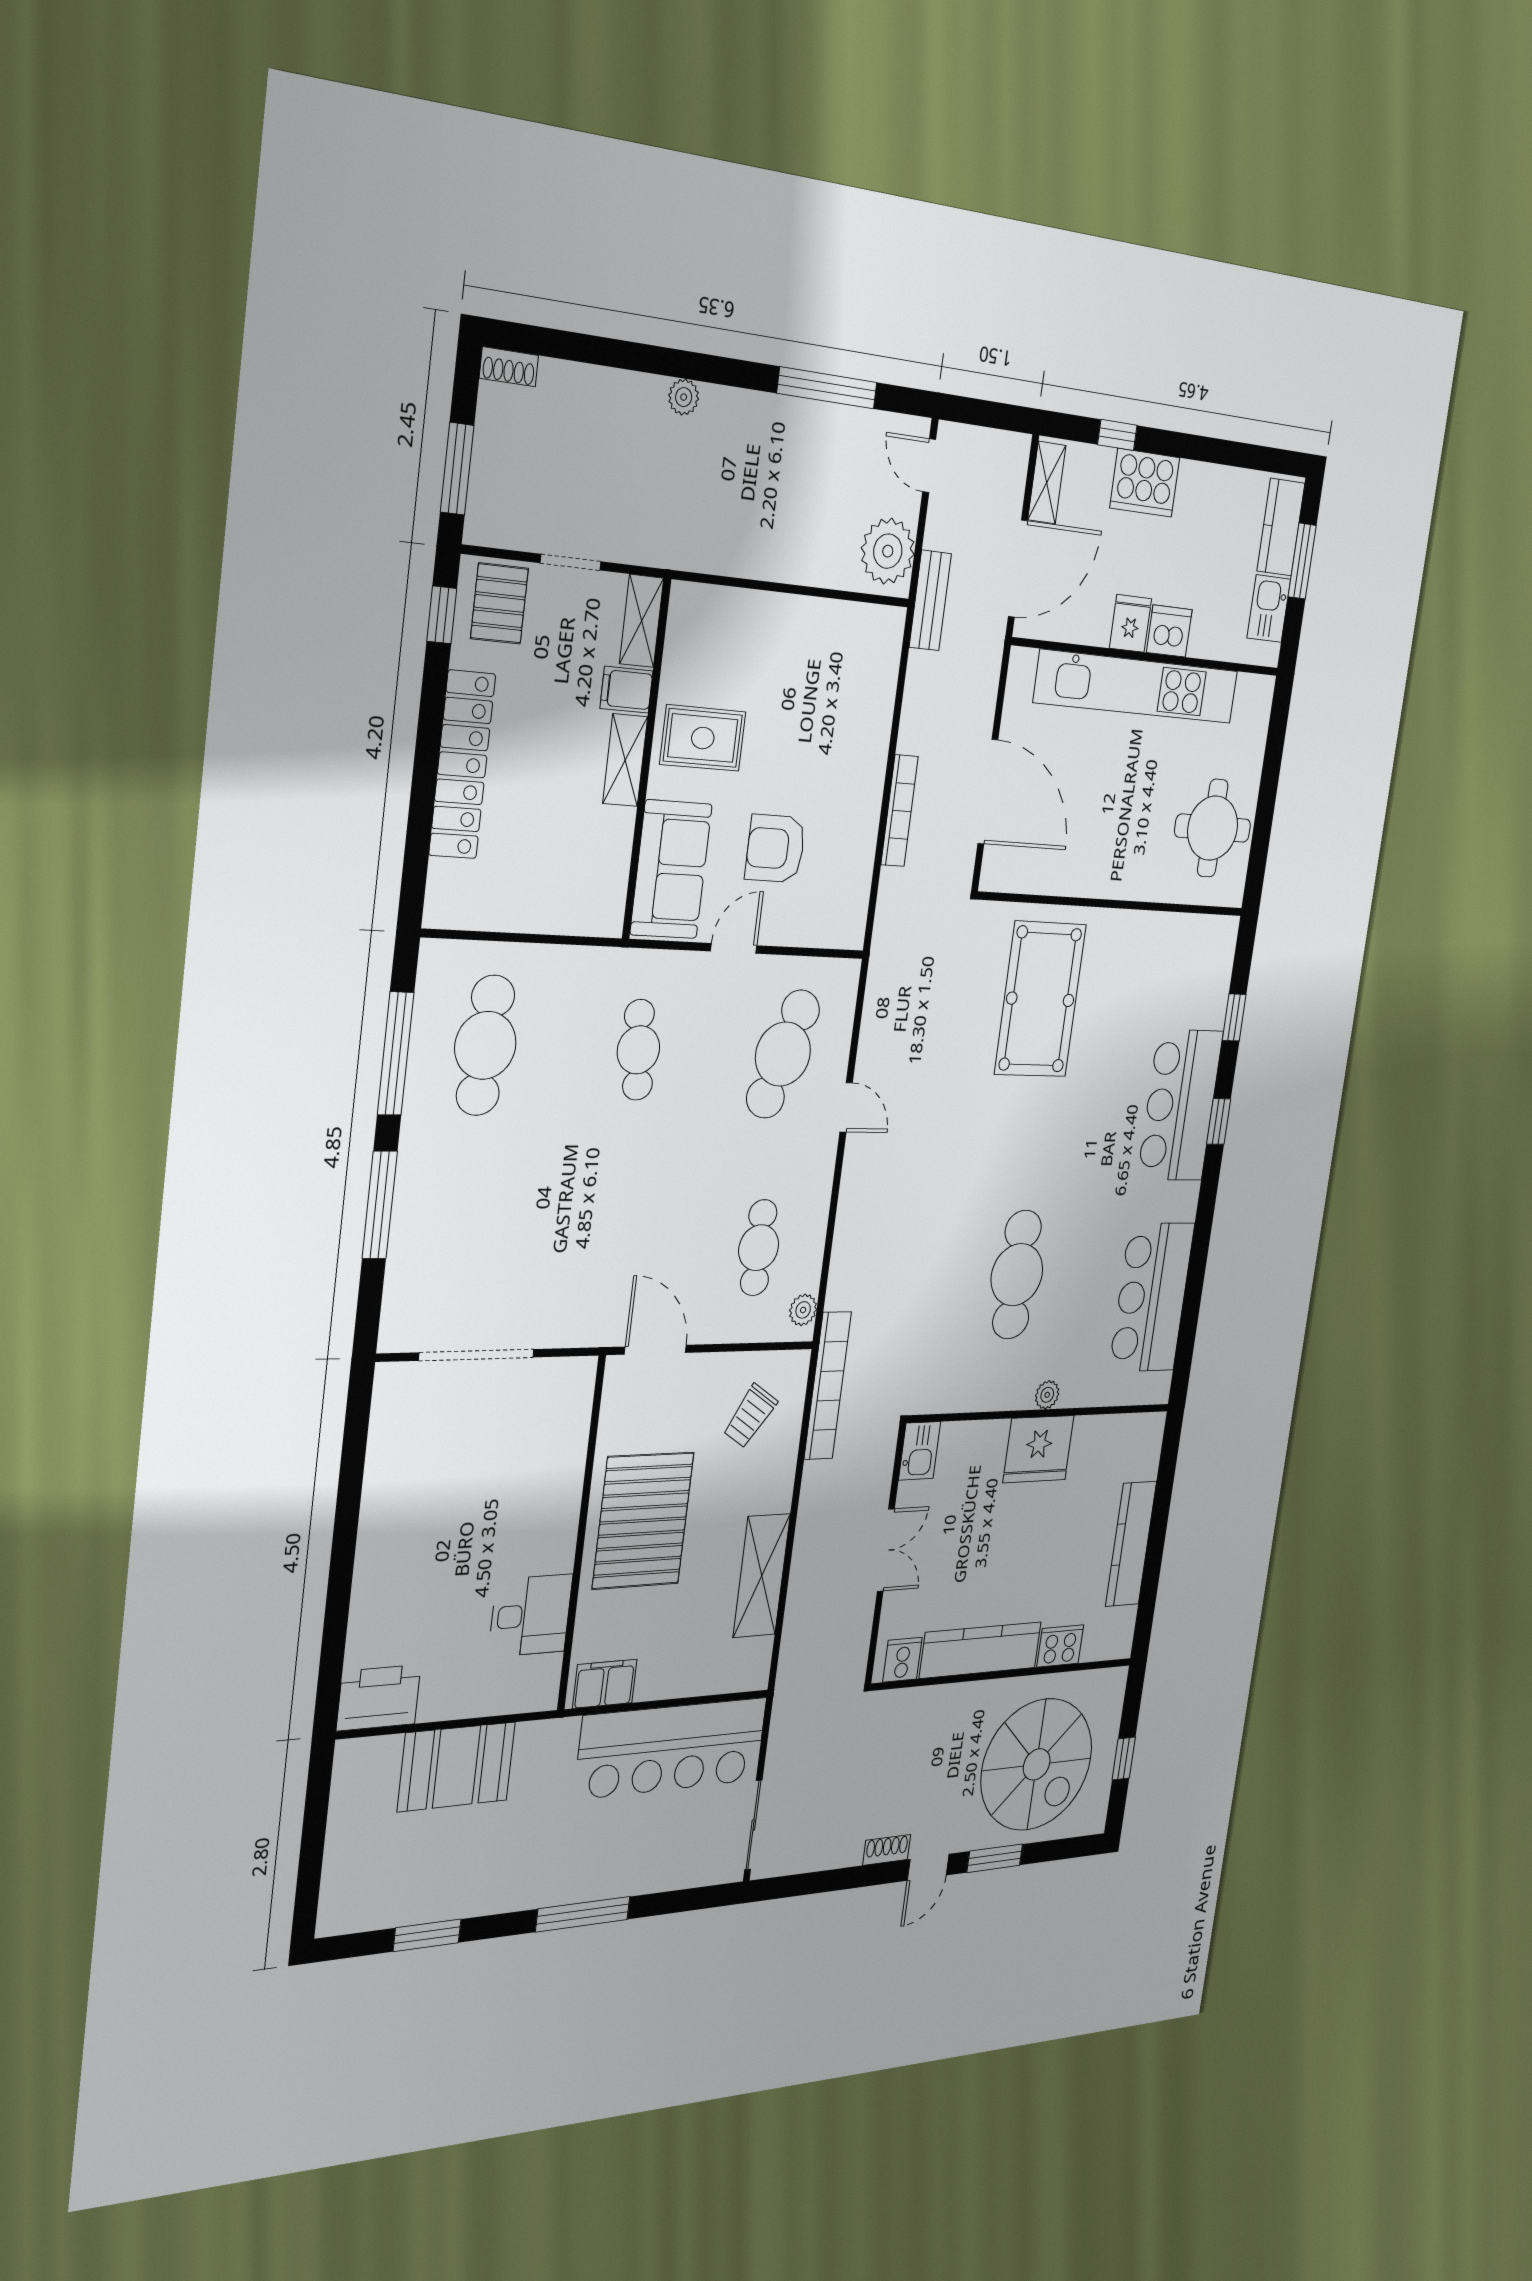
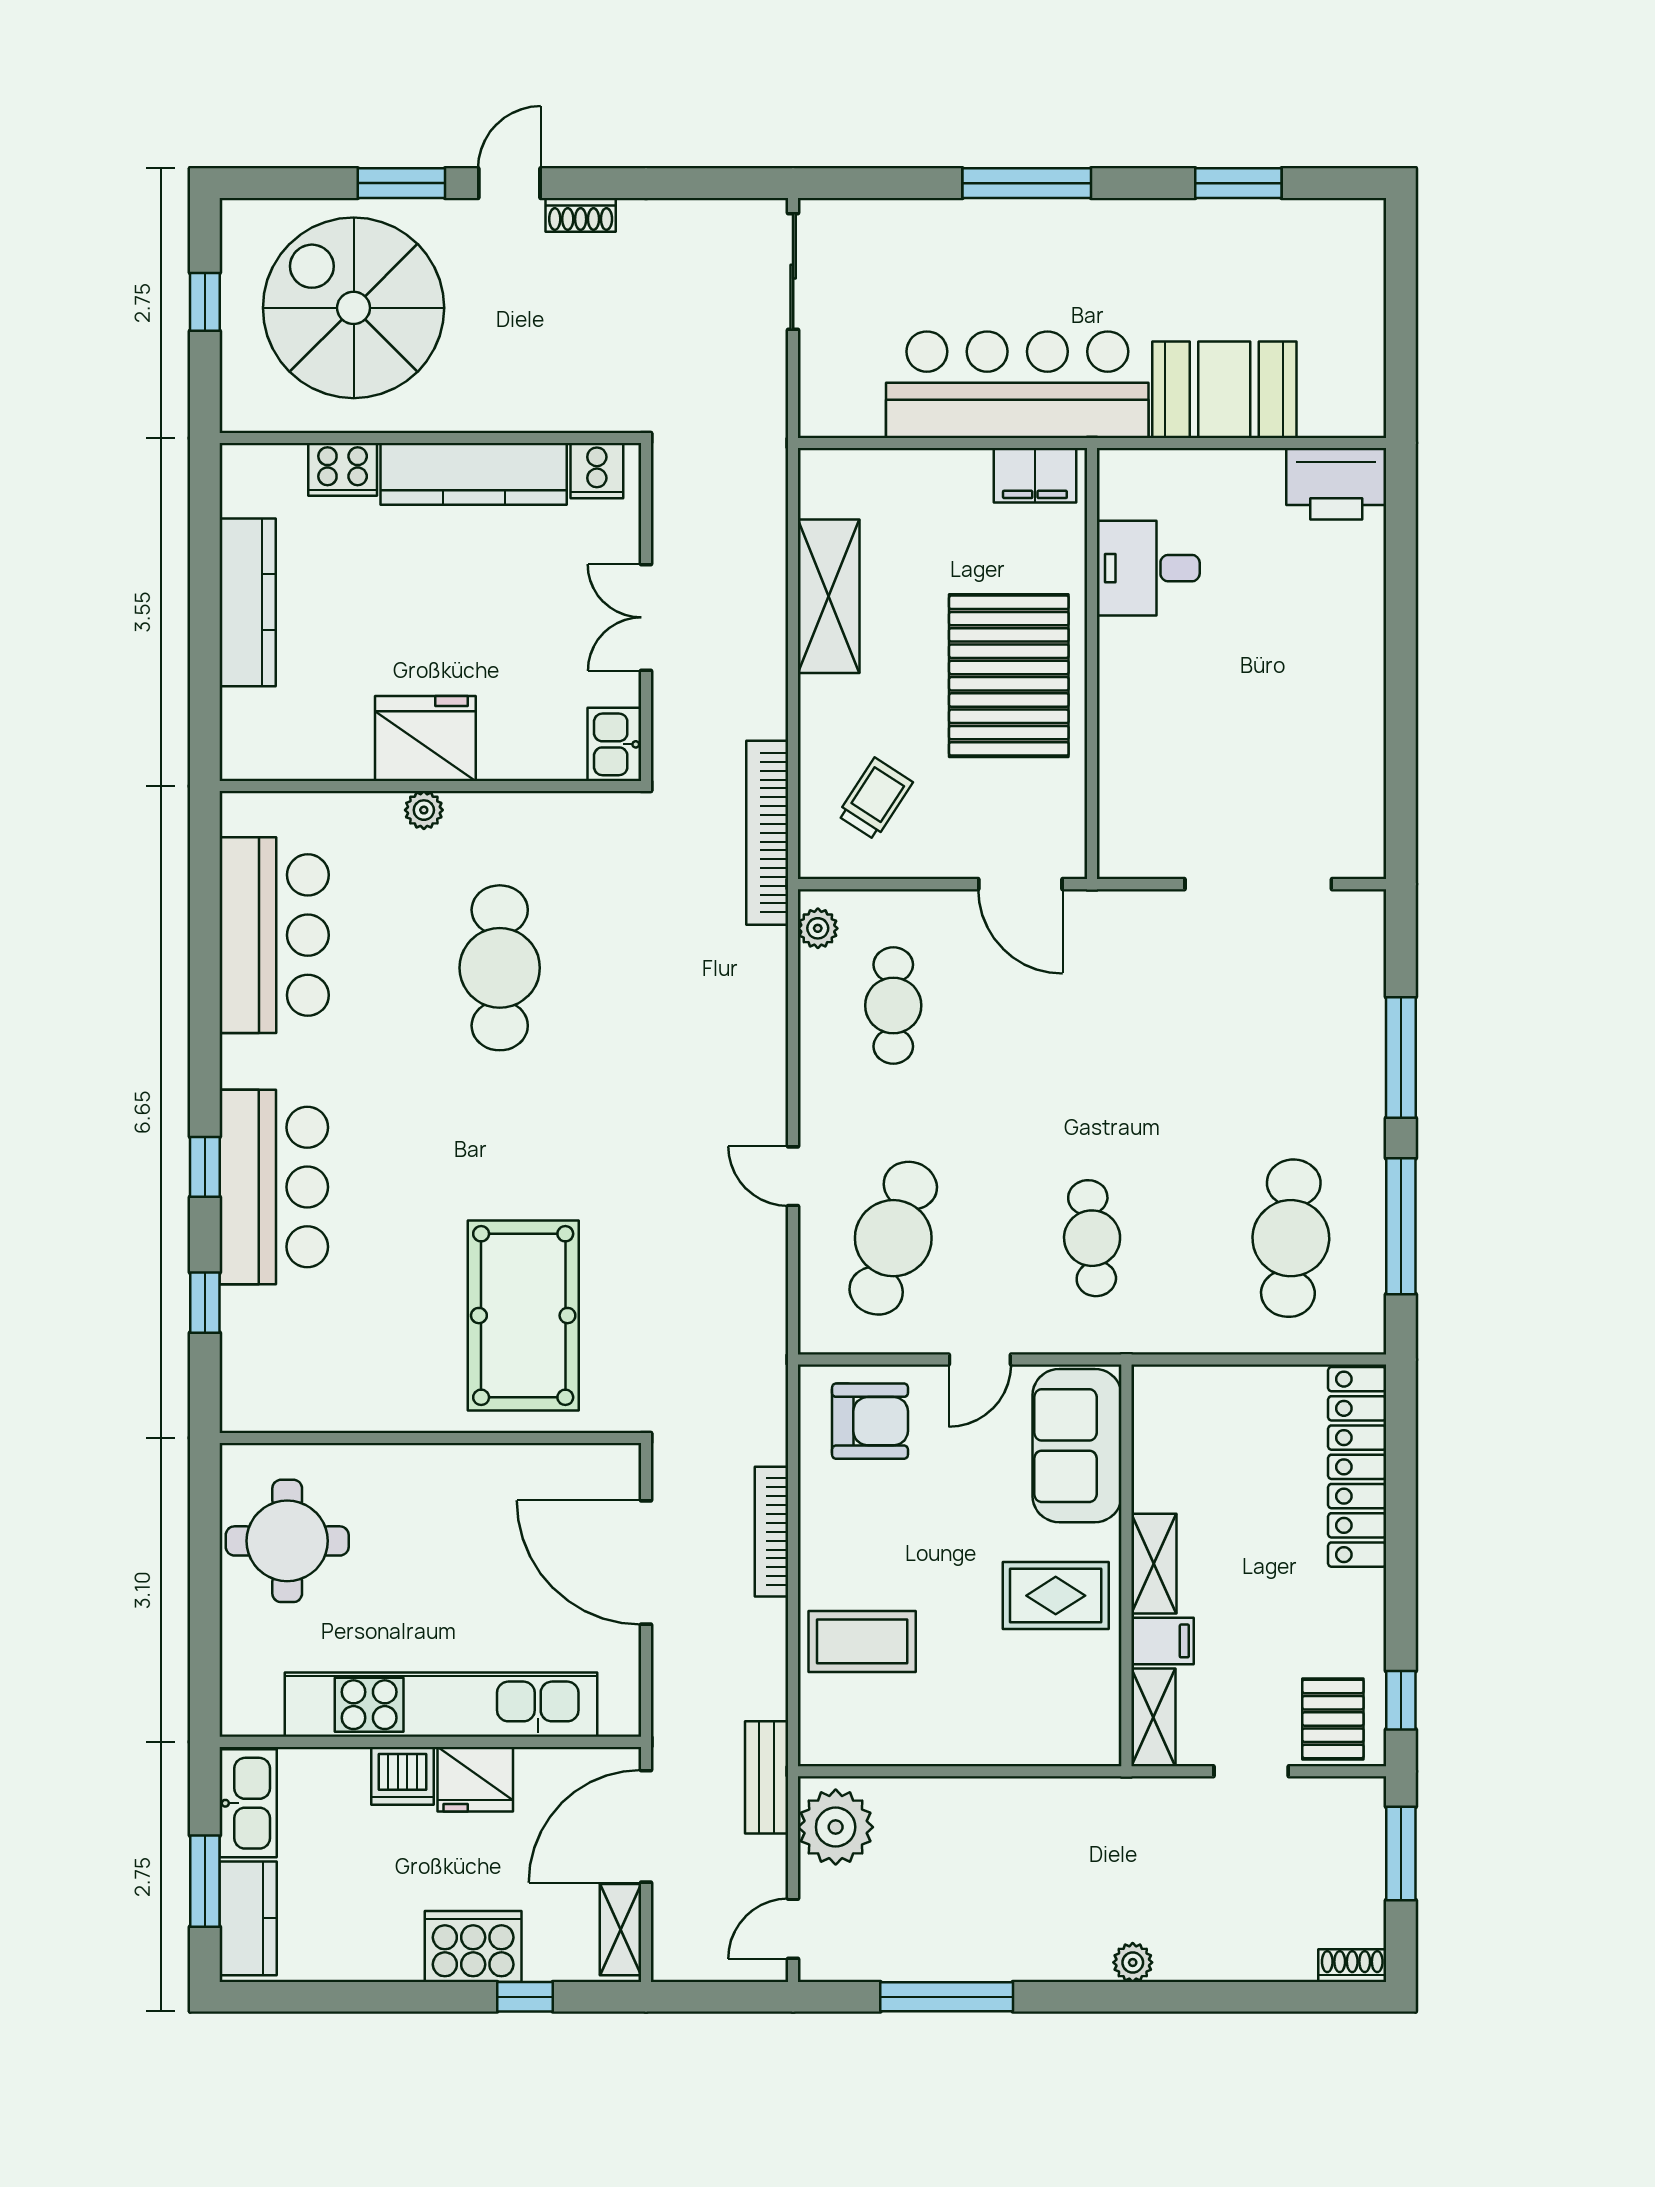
door: (929, 466) -> (793, 1929), swing flipped
kitchen sink: (1269, 609) -> (248, 1803), width x1.38
fridge: (1130, 623) -> (475, 1779), width x1.38
coffee table: (848, 711) -> (862, 1641), added
locker: (462, 765) -> (1357, 1467), moved
armchair: (775, 849) -> (870, 1421), moved
bar counter: (671, 1748) -> (1017, 385), moved

